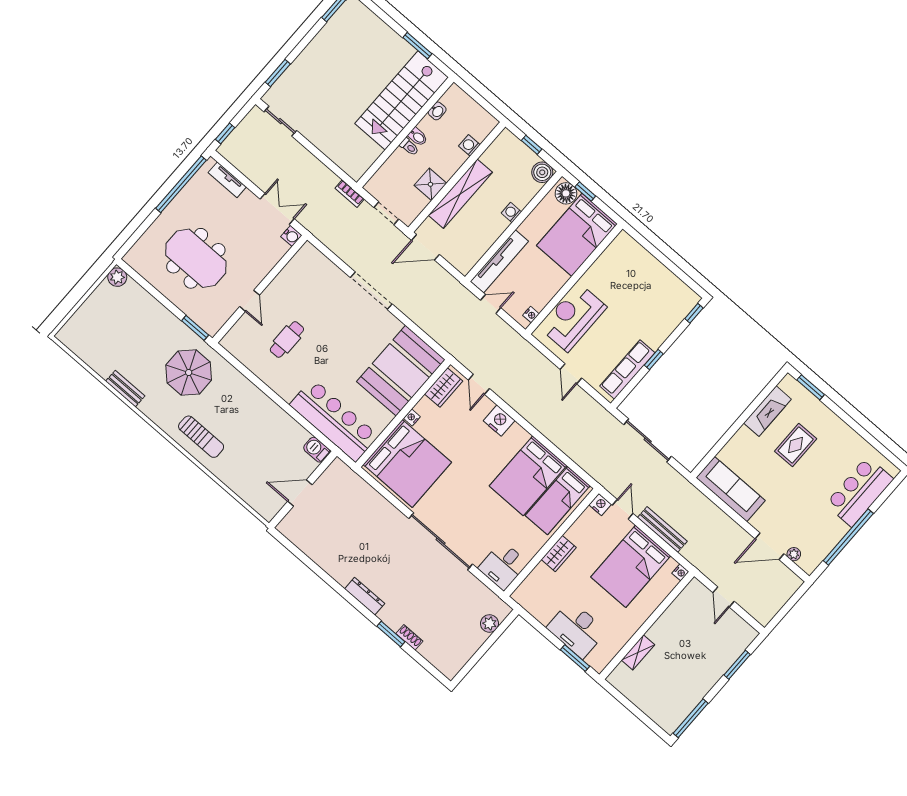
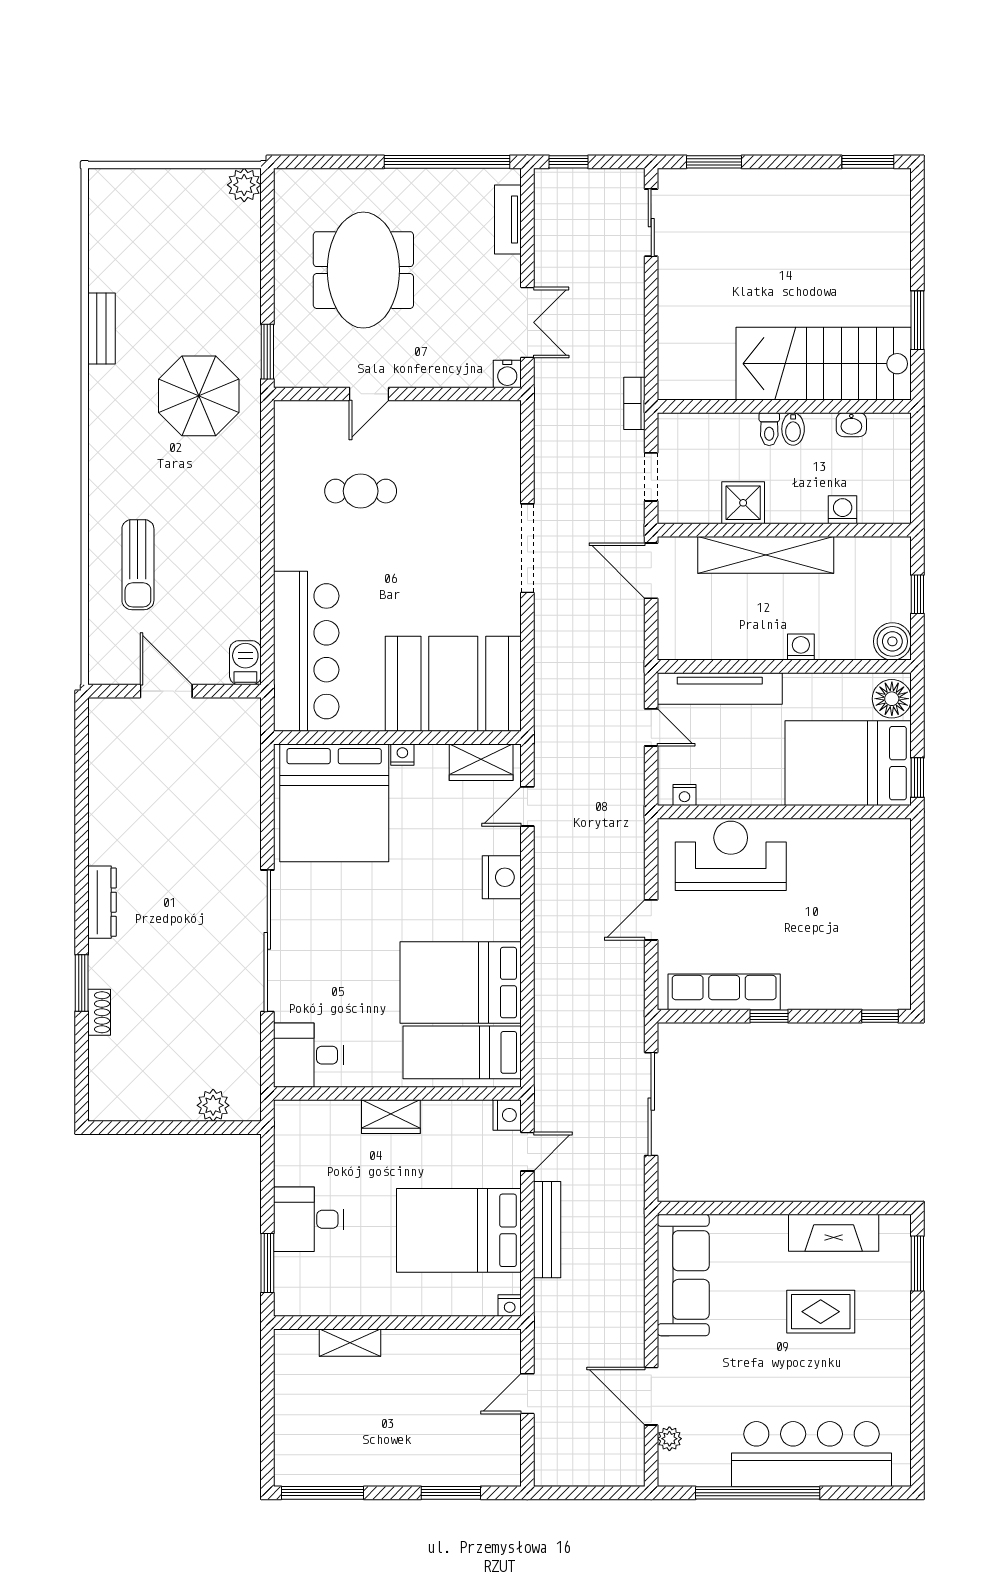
window: (585, 191) -> (917, 778), moved
sun lounger: (201, 437) -> (138, 565), moved
bar counter: (859, 492) -> (812, 1454), width x1.36
desk: (577, 629) -> (308, 1219), width x0.73

